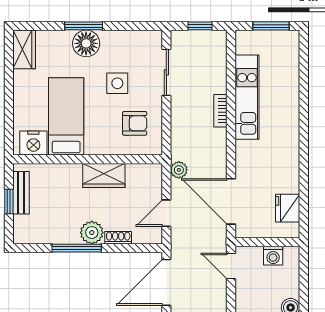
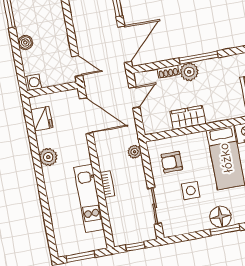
plant: (288, 158) -> (48, 157), added
plant: (179, 170) -> (135, 152), moved
washing machine: (273, 256) -> (33, 82), moved, turned 90

